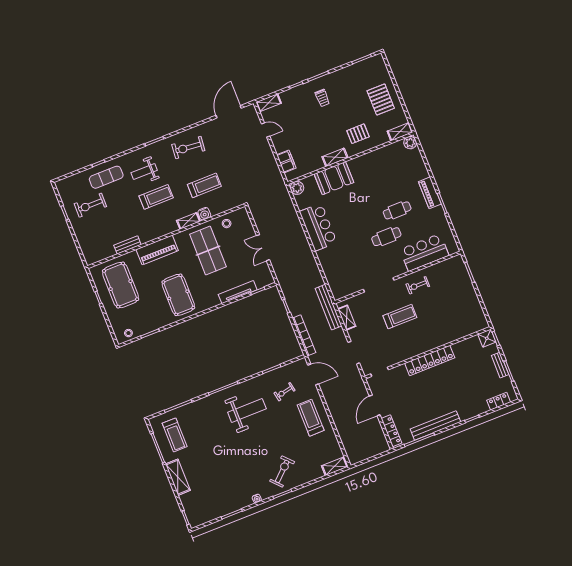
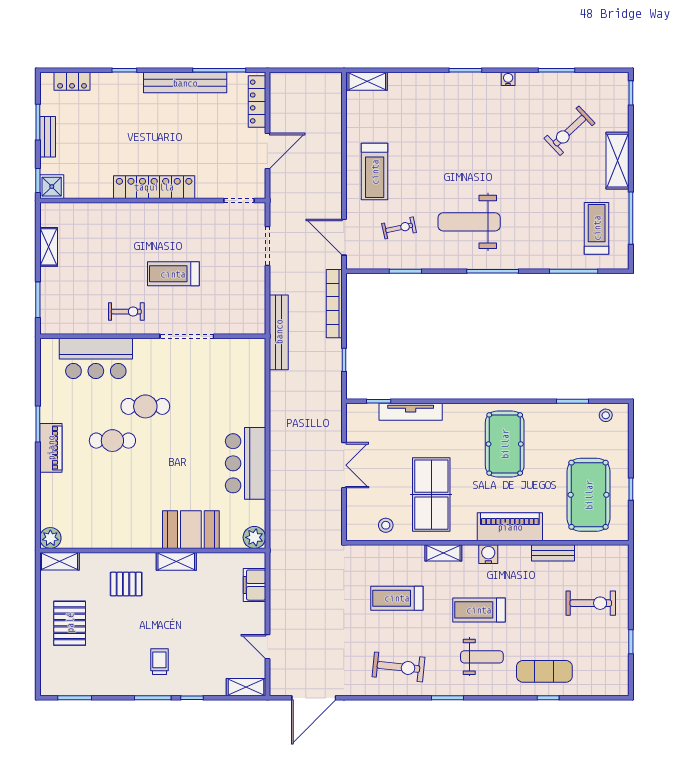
exercise bike: (90, 205) -> (591, 603), moved
water cooler: (204, 214) -> (488, 554), moved
shelving: (347, 318) -> (49, 247), moved
exercise bike: (282, 471) -> (569, 131), moved

